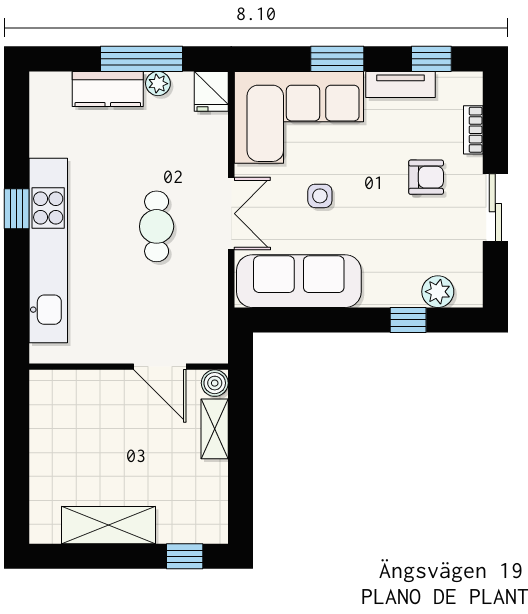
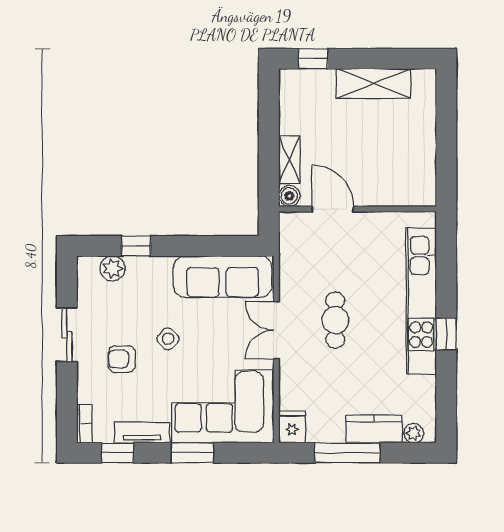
plant: (158, 84) -> (414, 433), moved
bookcase: (473, 130) -> (84, 424), moved
side table: (320, 196) -> (168, 339), moved, turned 45

